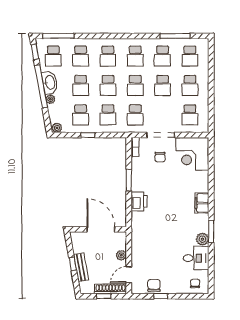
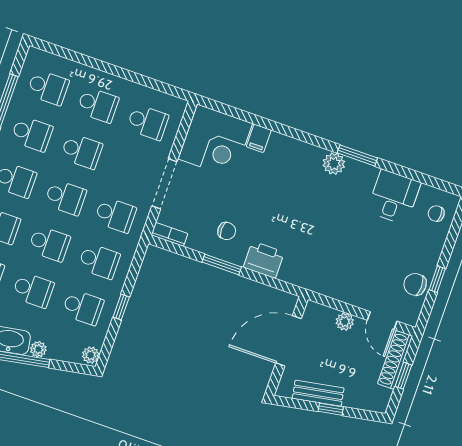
chair: (160, 157) -> (227, 231), moved
filing cabinet: (202, 203) -> (259, 138), moved, width x0.50
plant: (202, 239) -> (334, 164), moved
bench: (81, 267) -> (318, 393), moved

